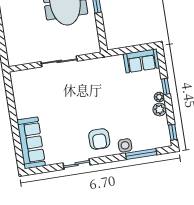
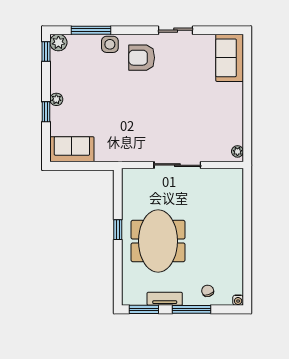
plant: (15, 79) -> (237, 151), added
plant: (160, 110) -> (58, 43), moved
armchair: (99, 139) -> (142, 58), turned -90
sofa: (31, 143) -> (230, 58), width x0.73

